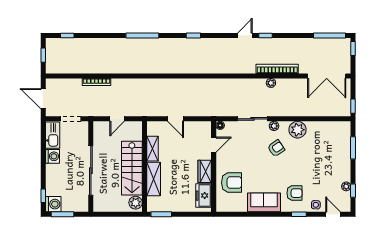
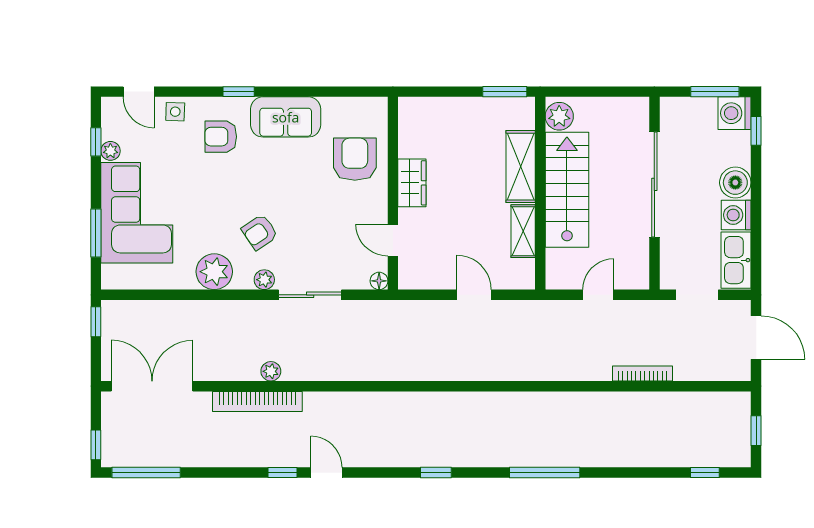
door: (245, 35) -> (326, 473), swing flipped
door: (214, 145) -> (393, 240), hinge flipped
corner sofa: (334, 157) -> (137, 213), added
boiler: (53, 172) -> (735, 183), added
armchair: (232, 183) -> (355, 159), turned 90
freezer: (204, 196) -> (414, 131), removed
window: (299, 214) -> (239, 92), moved

